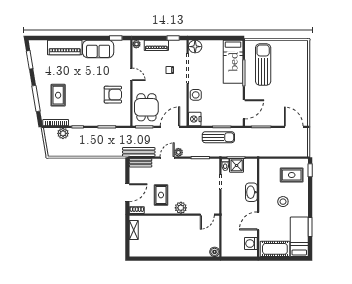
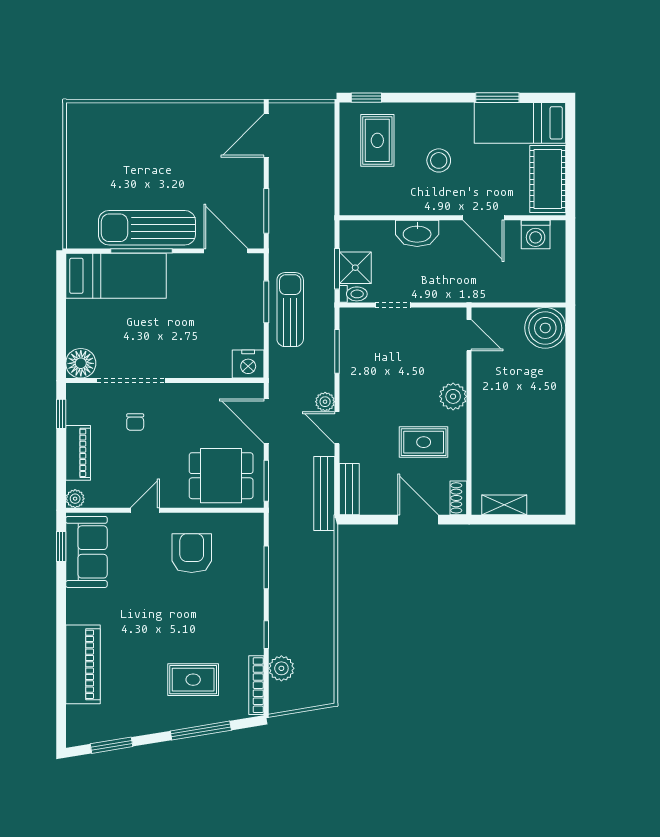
sofa: (98, 49) -> (86, 552), moved
sun lounger: (263, 65) -> (147, 228), moved
side table: (196, 95) -> (192, 362), removed
boiler: (215, 252) -> (545, 328), width x1.86, depth x1.86

